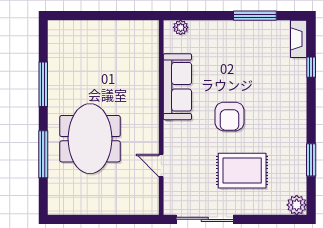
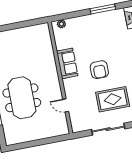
sofa: (177, 87) -> (67, 63), width x0.73
sliding door: (205, 219) -> (108, 129), moved

